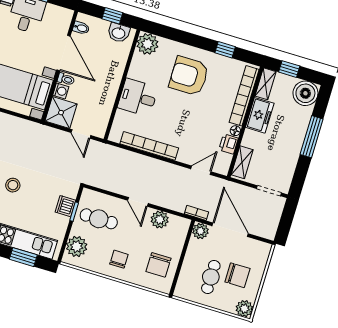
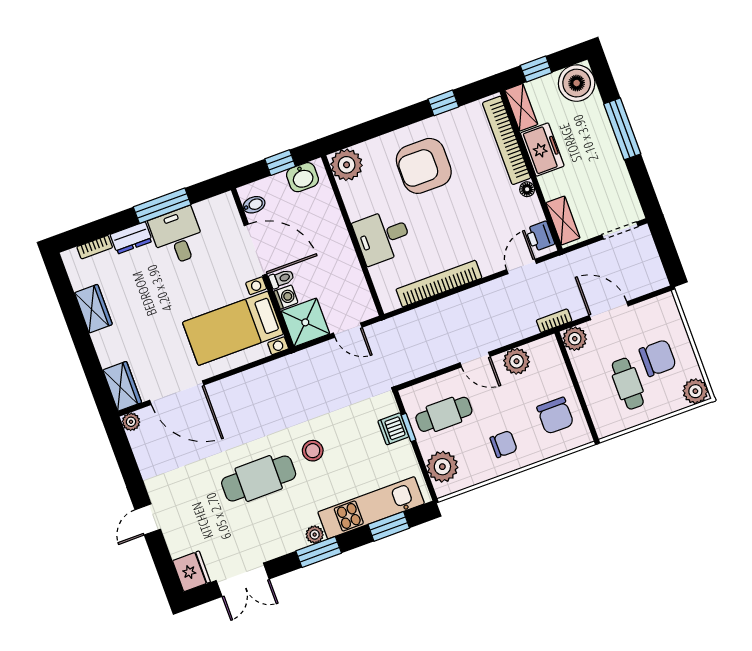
printer: (229, 144) -> (540, 236), moved
door: (230, 230) -> (609, 311), width x0.73
chair: (119, 259) -> (504, 444), turned 90

